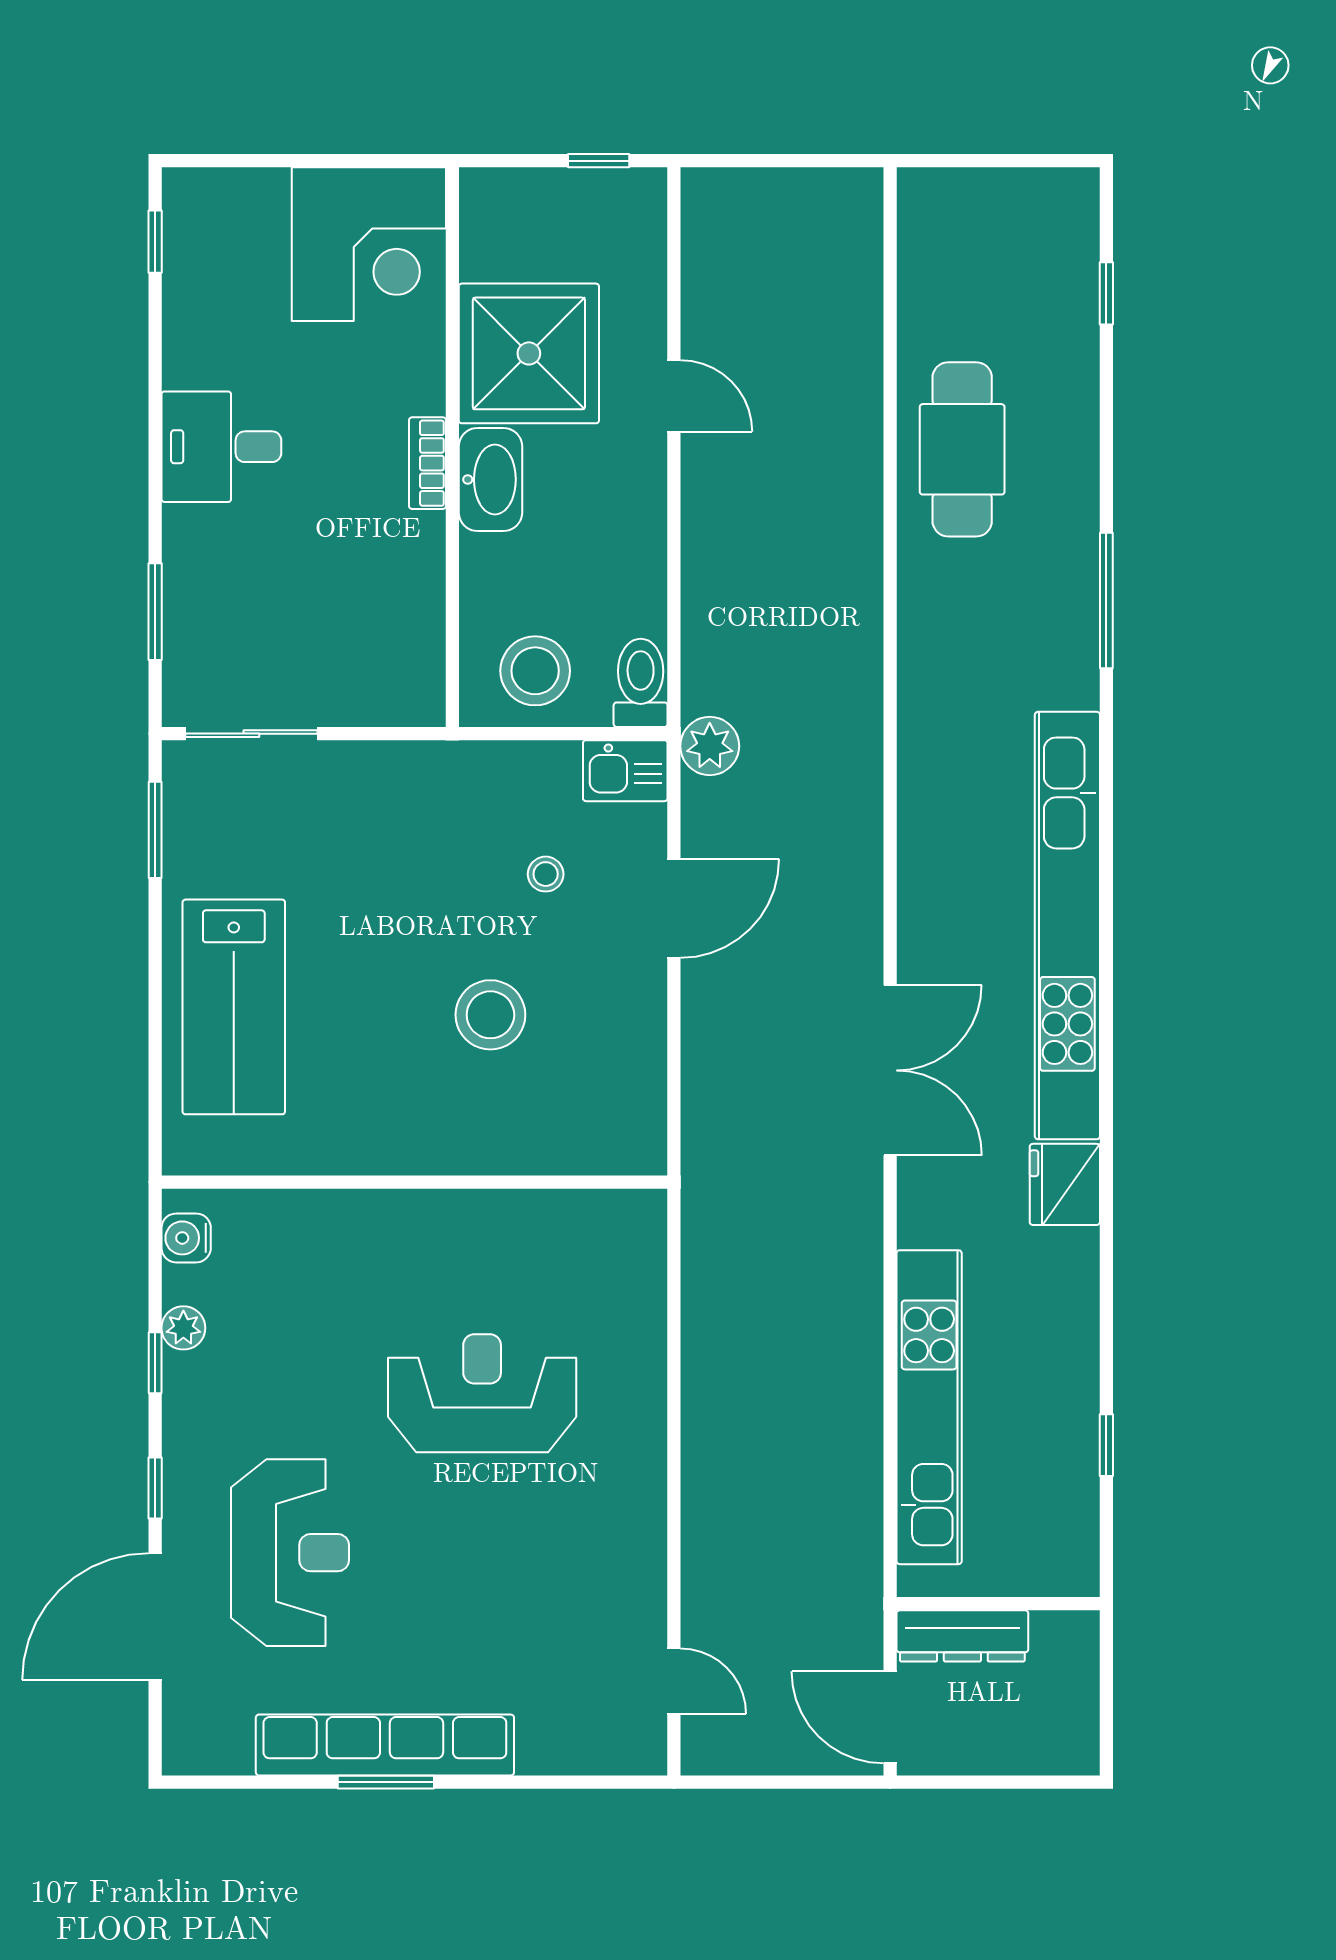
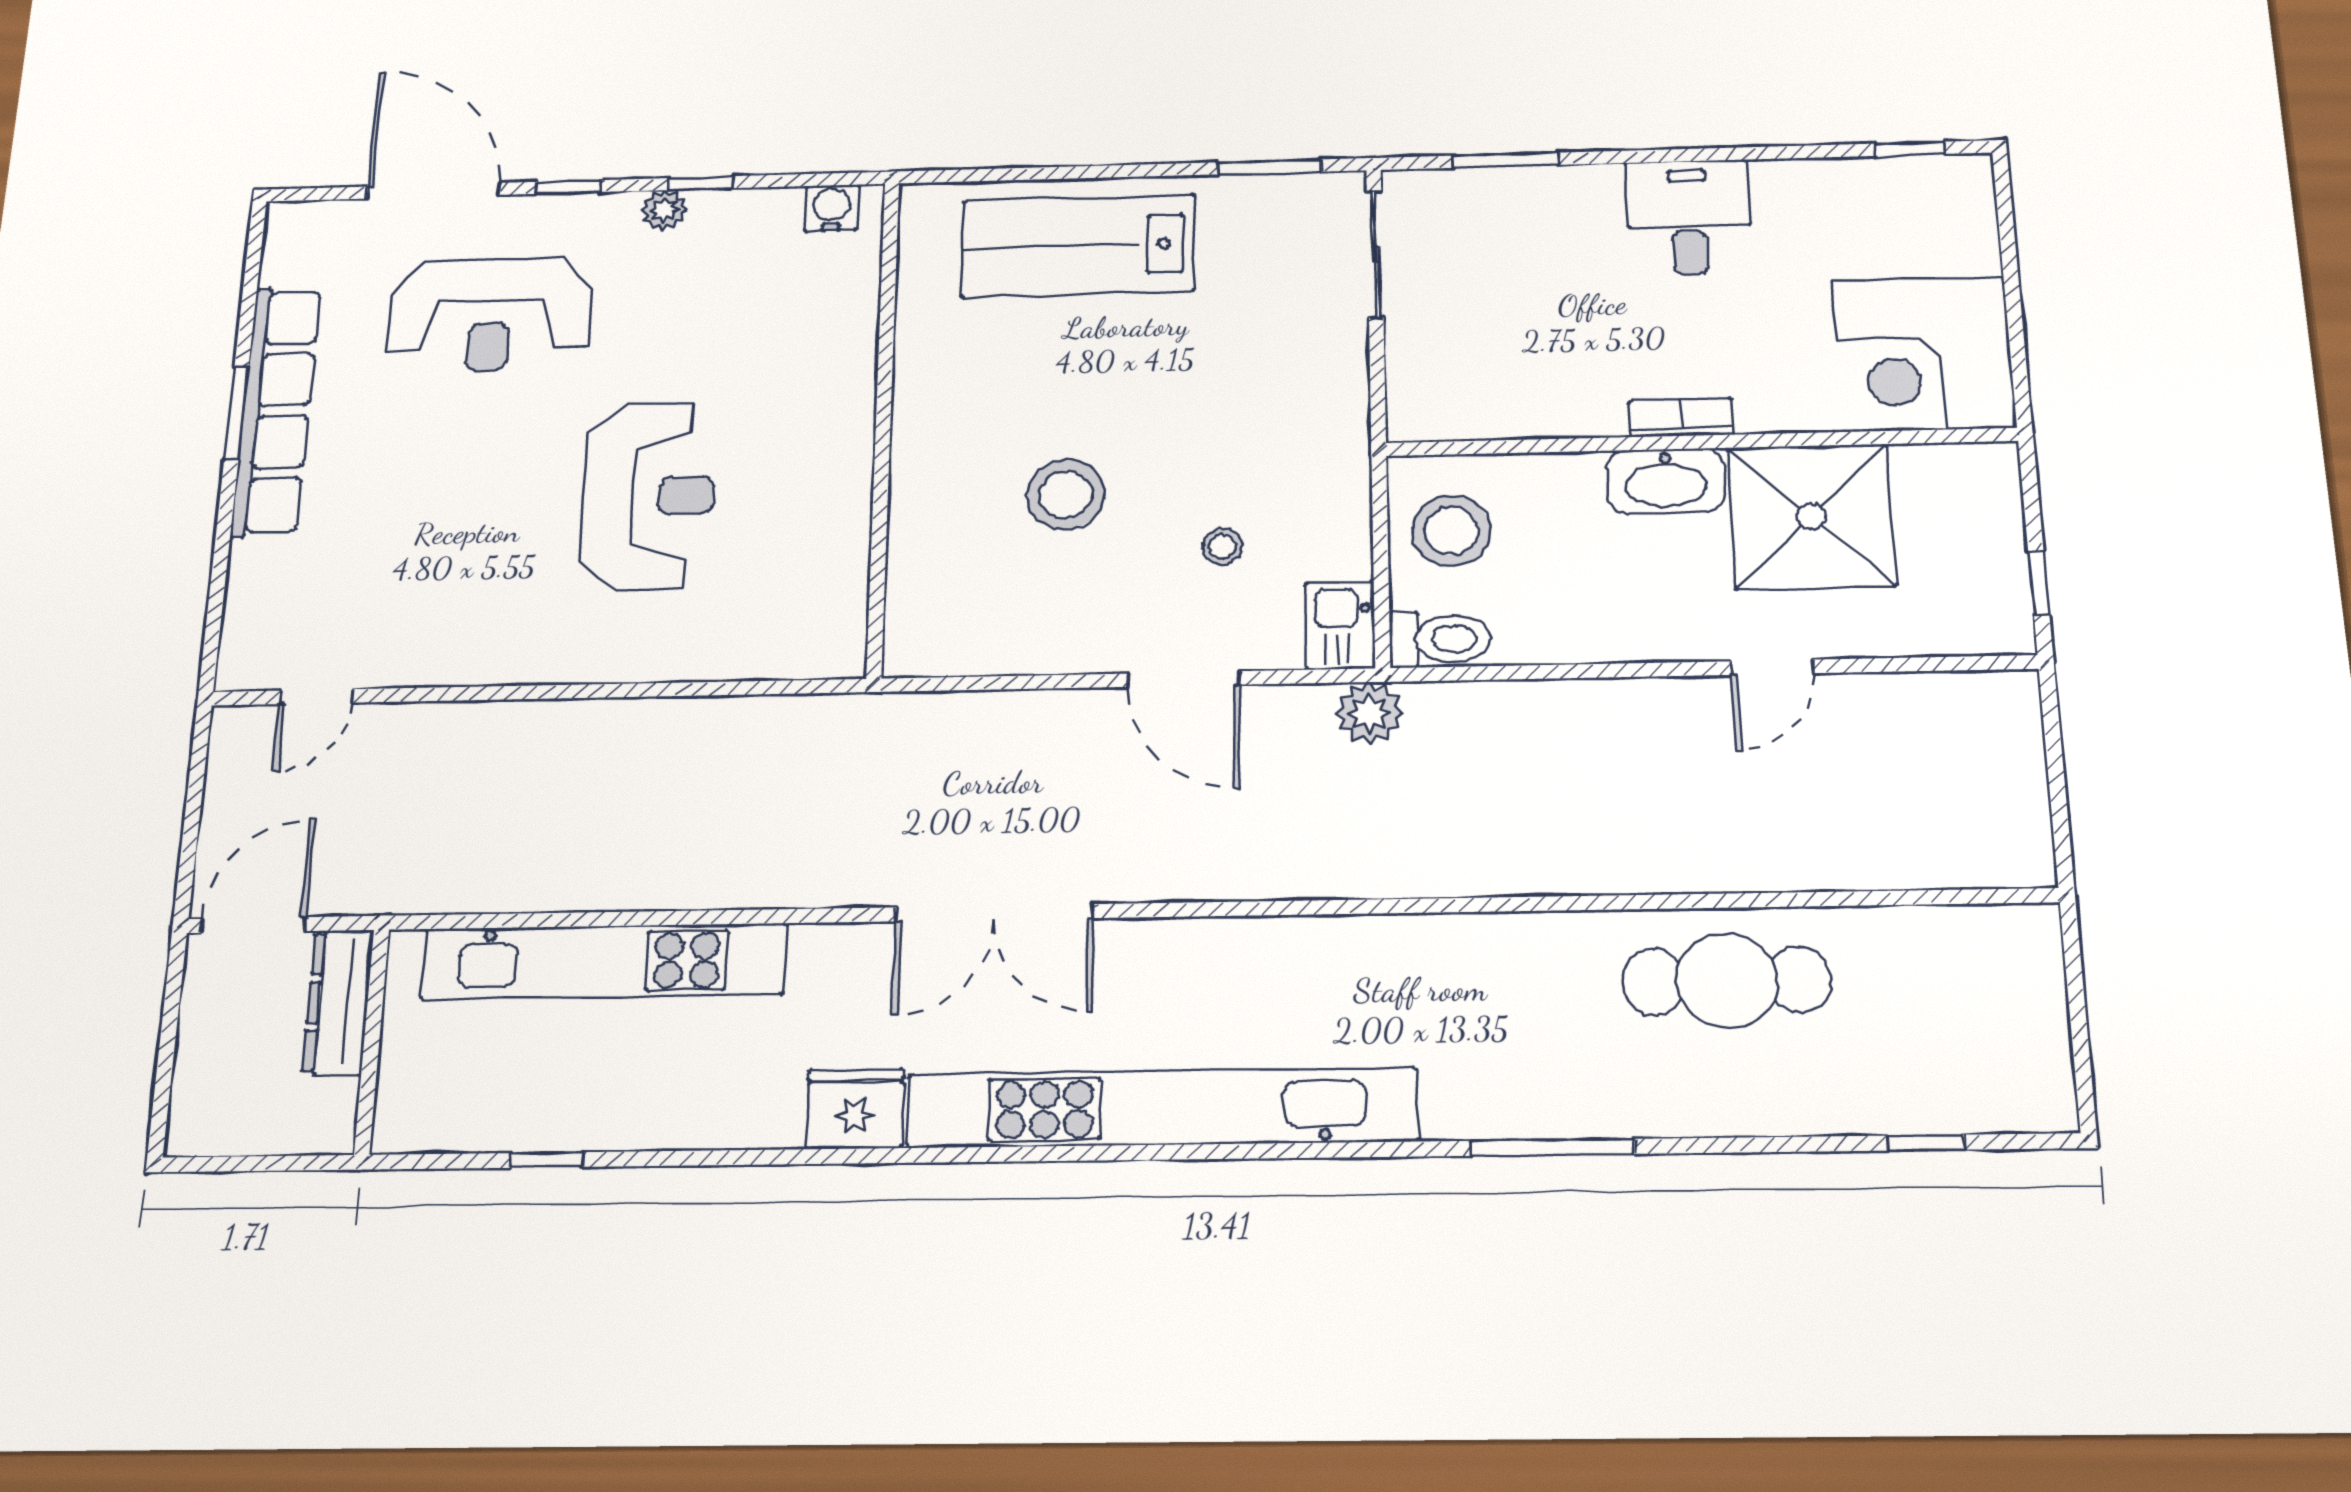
plant: (183, 1328) -> (664, 210), moved

